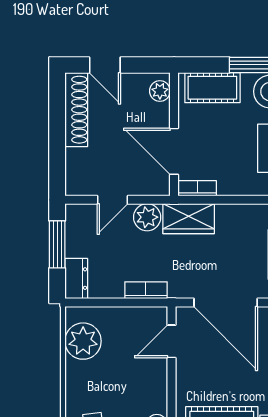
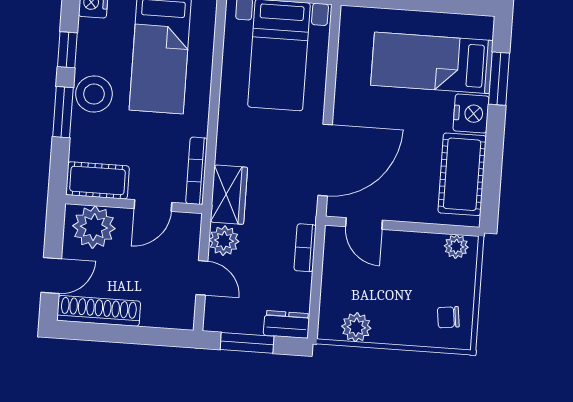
cot: (212, 88) -> (98, 180), moved, turned 90
plant: (160, 91) -> (94, 227), width x1.88, depth x1.88
door: (174, 151) -> (153, 205), width x0.73
bookcase: (197, 188) -> (197, 171), width x1.56
plant: (83, 341) -> (356, 327), width x0.73, depth x0.73

